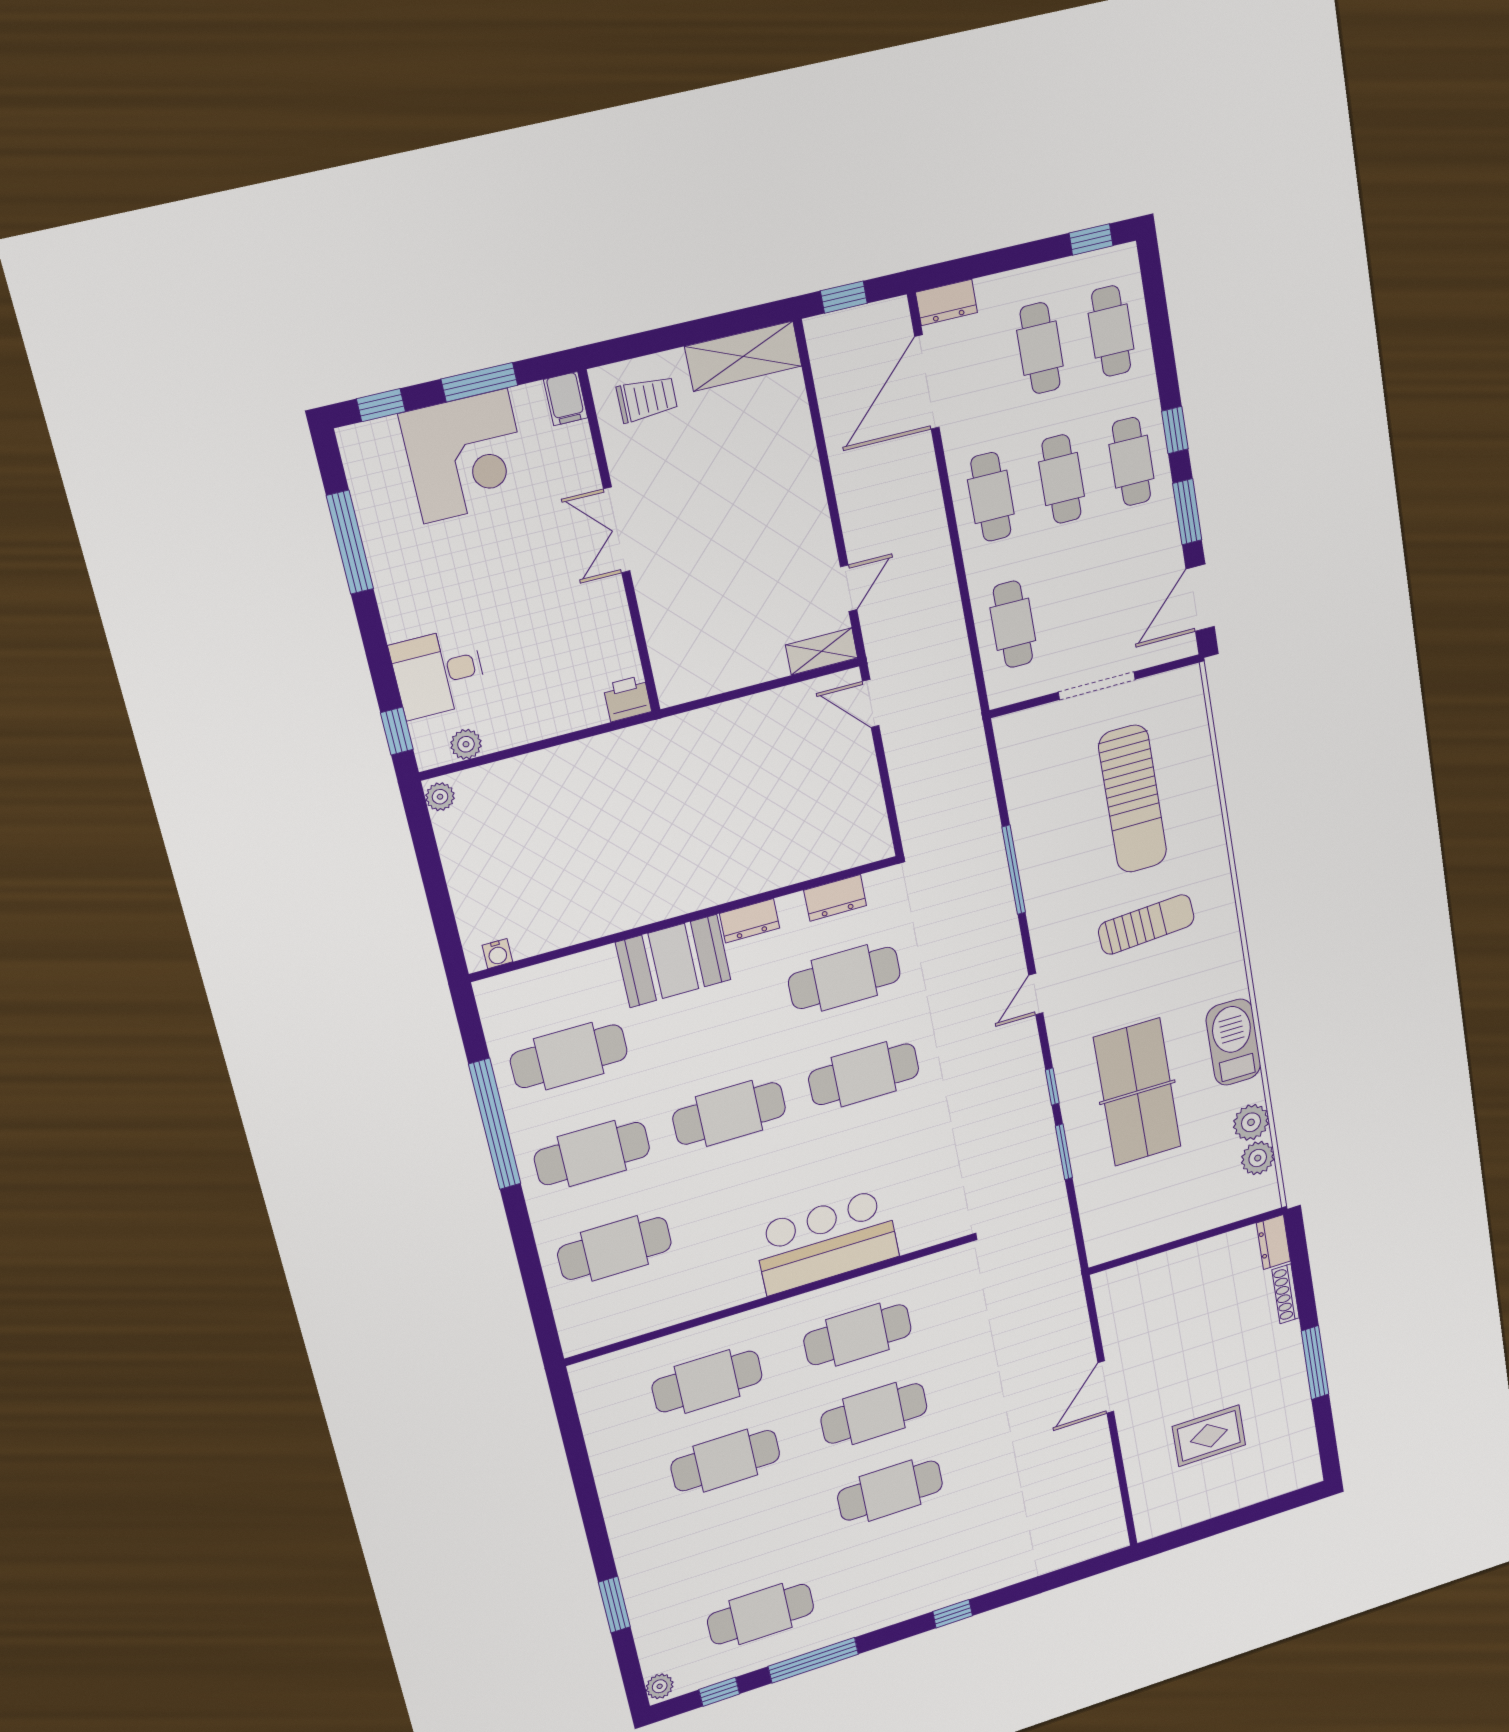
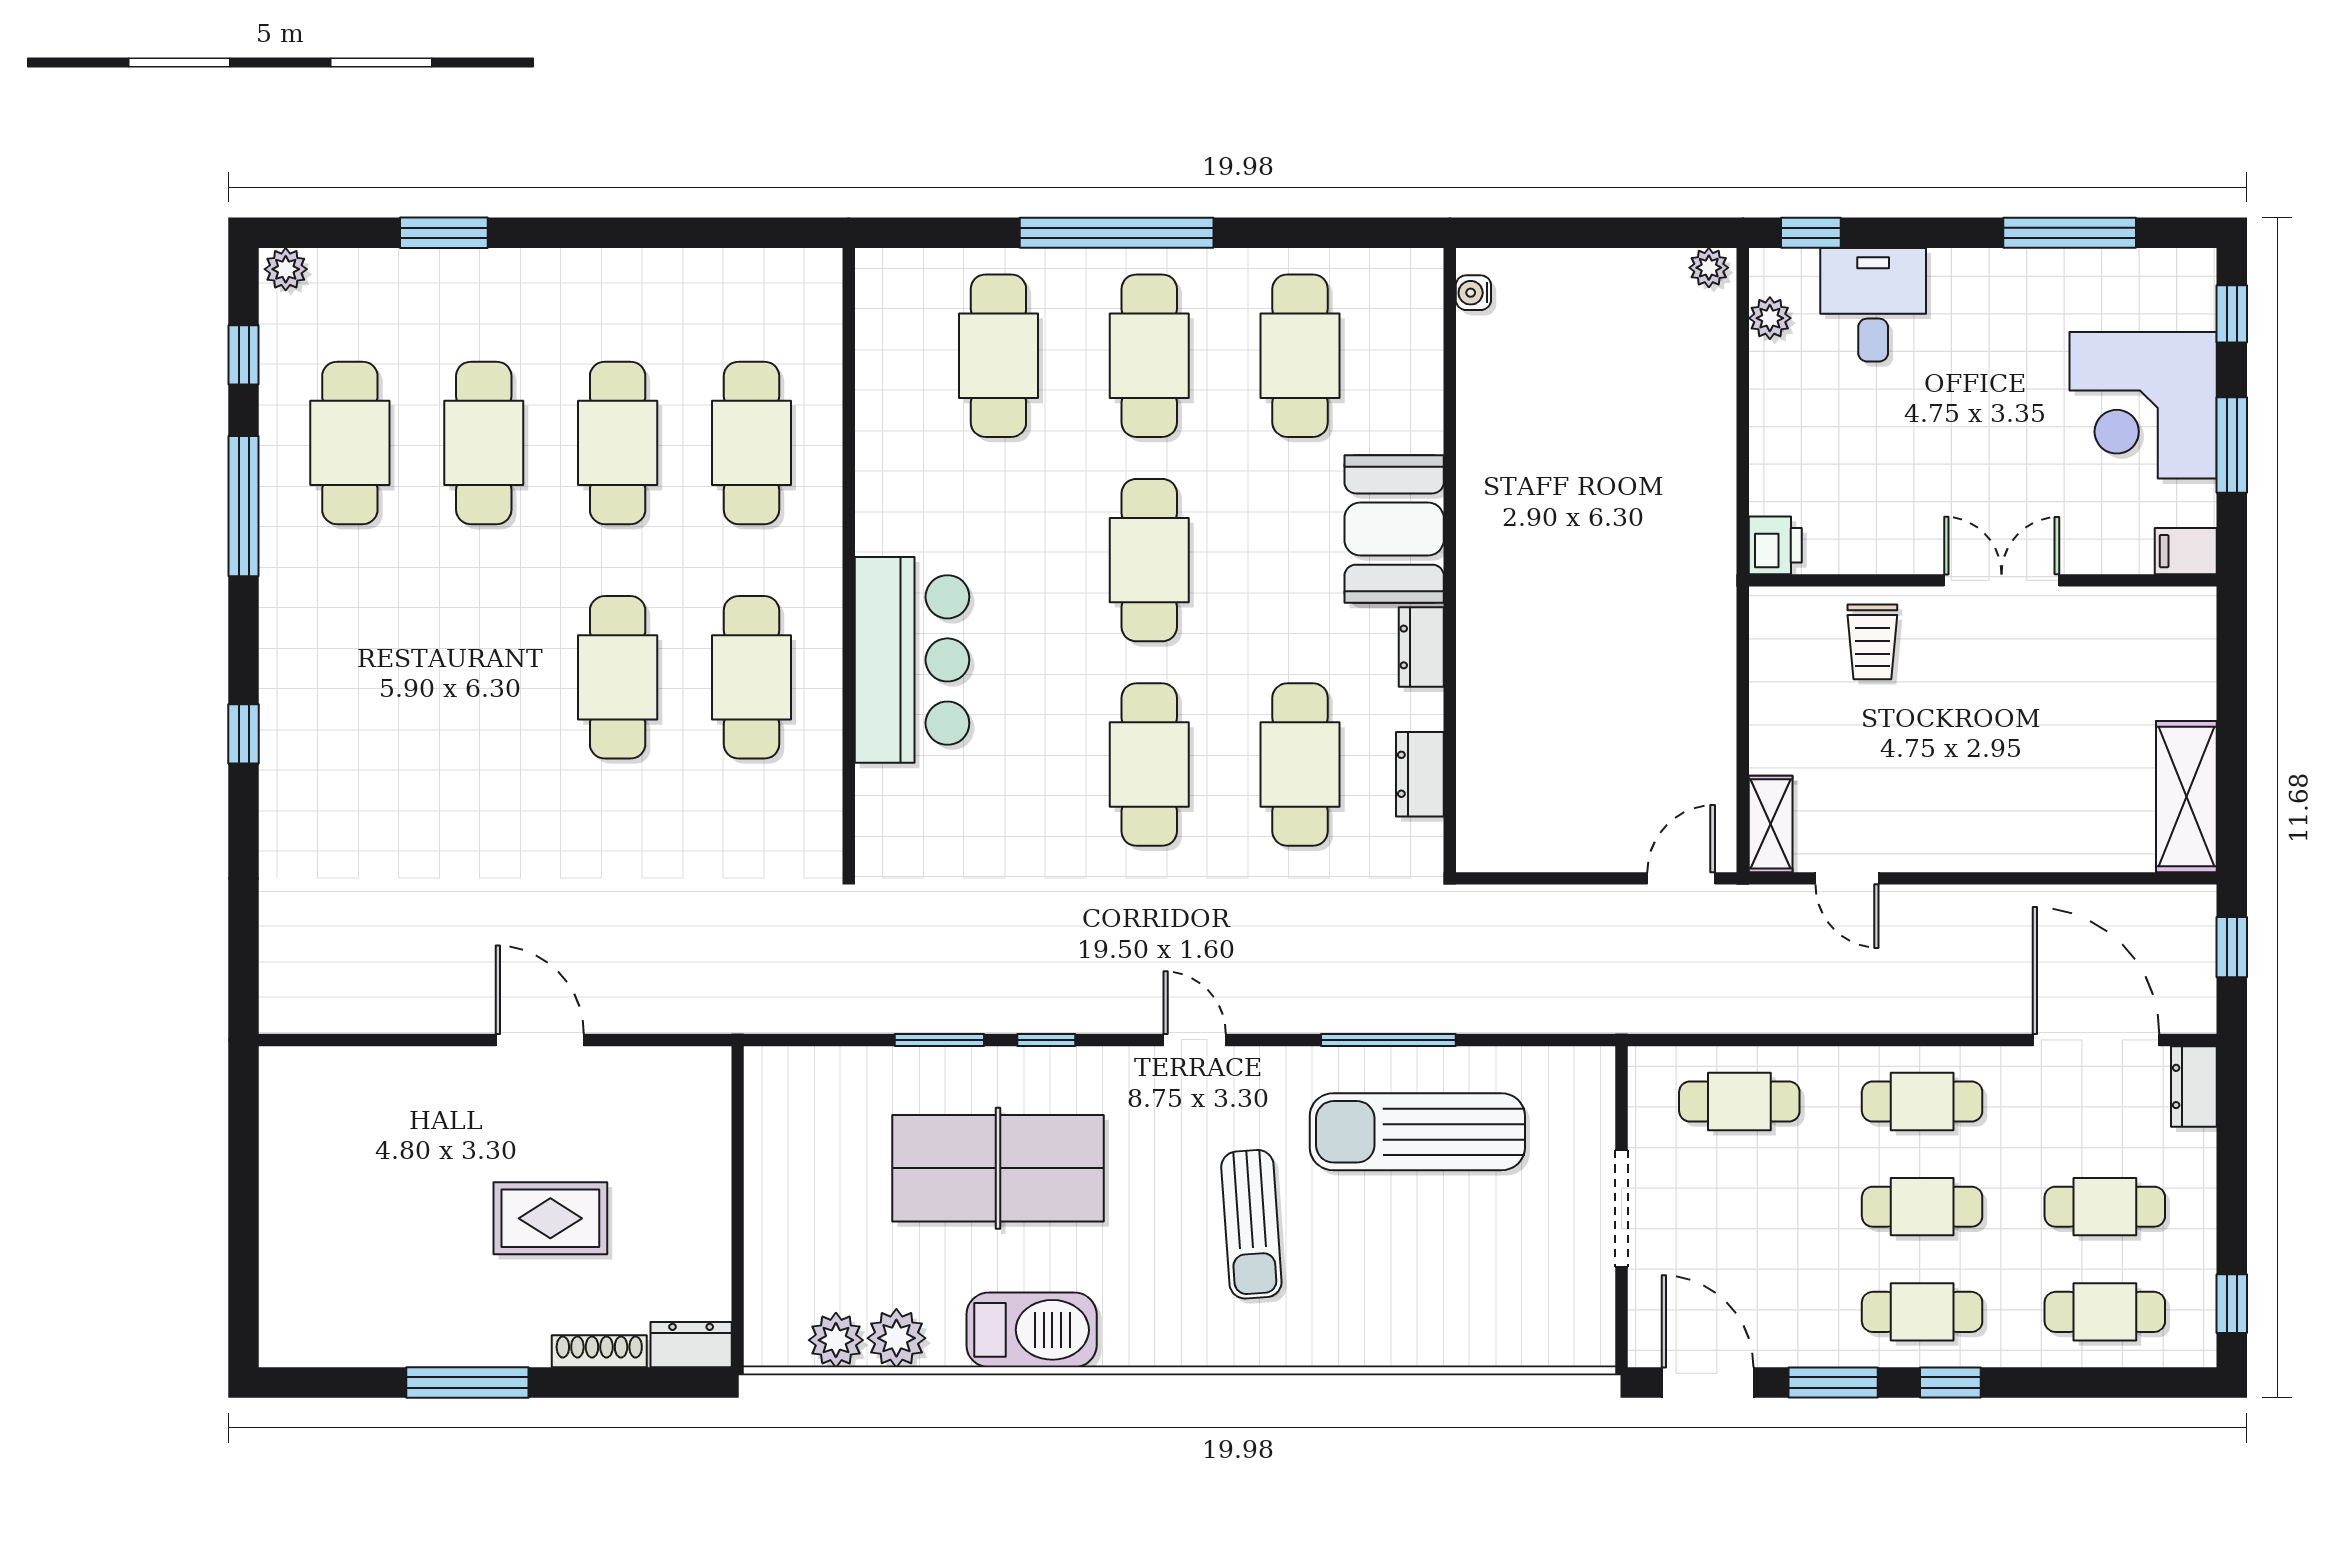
trolley: (647, 399) -> (1872, 642), moved
sun lounger: (1133, 799) -> (1417, 1132), moved
window: (495, 1124) -> (1117, 233), moved
rug: (1209, 1436) -> (550, 1218), moved, turned 90
cafe table: (890, 1491) -> (484, 443), moved

